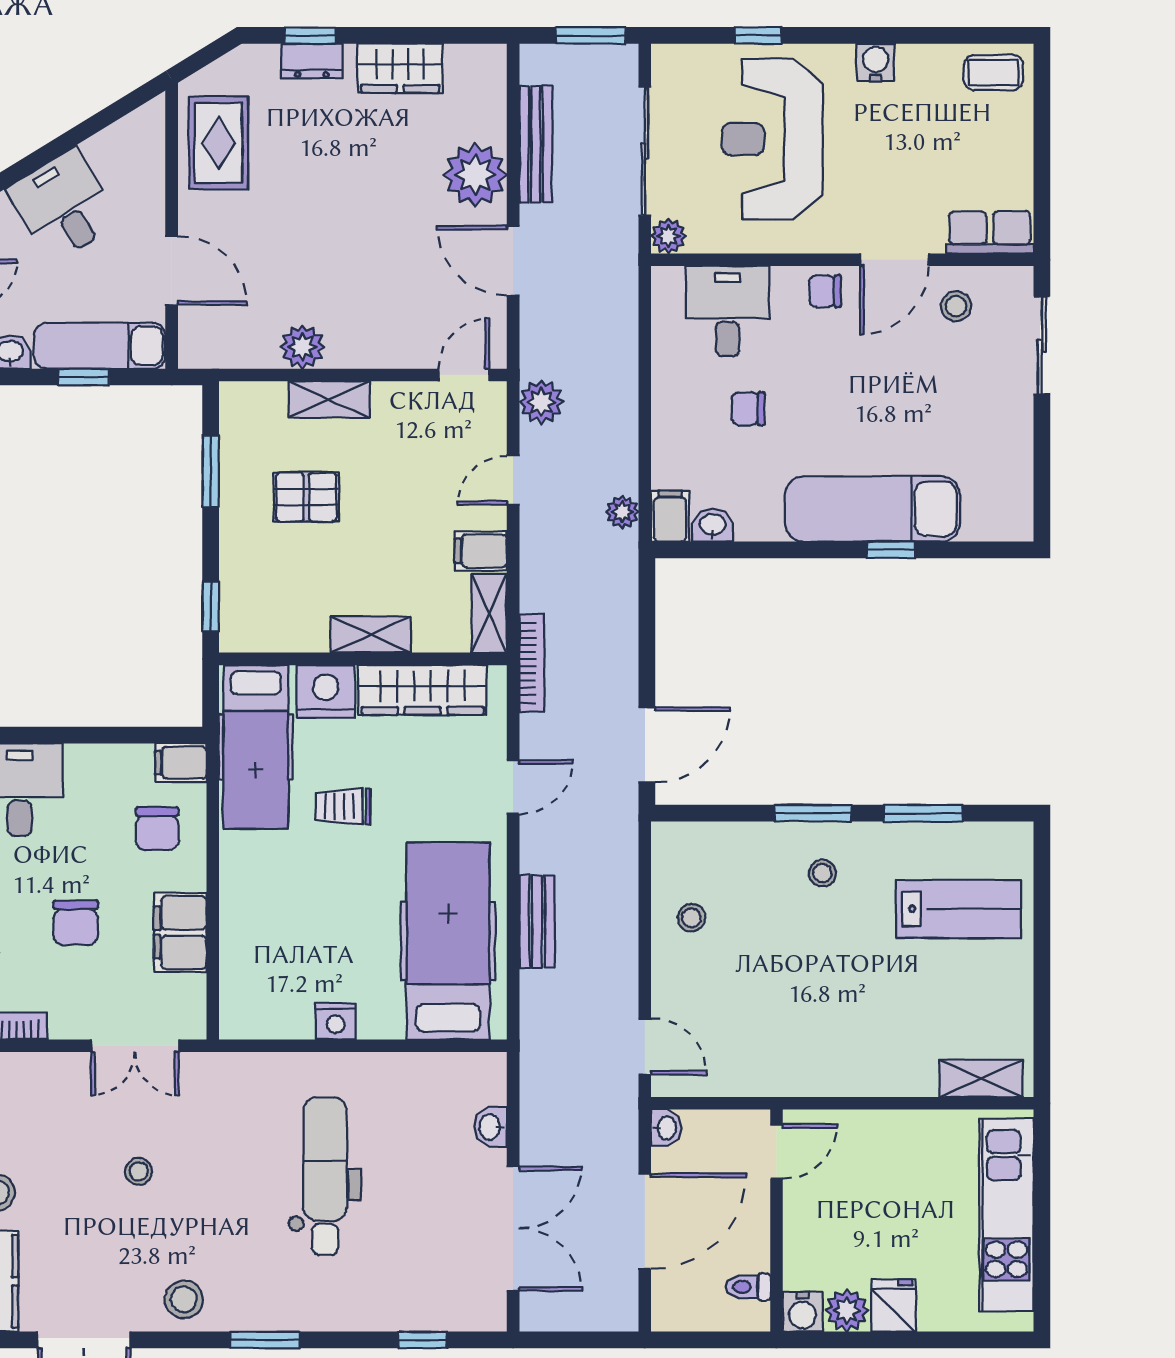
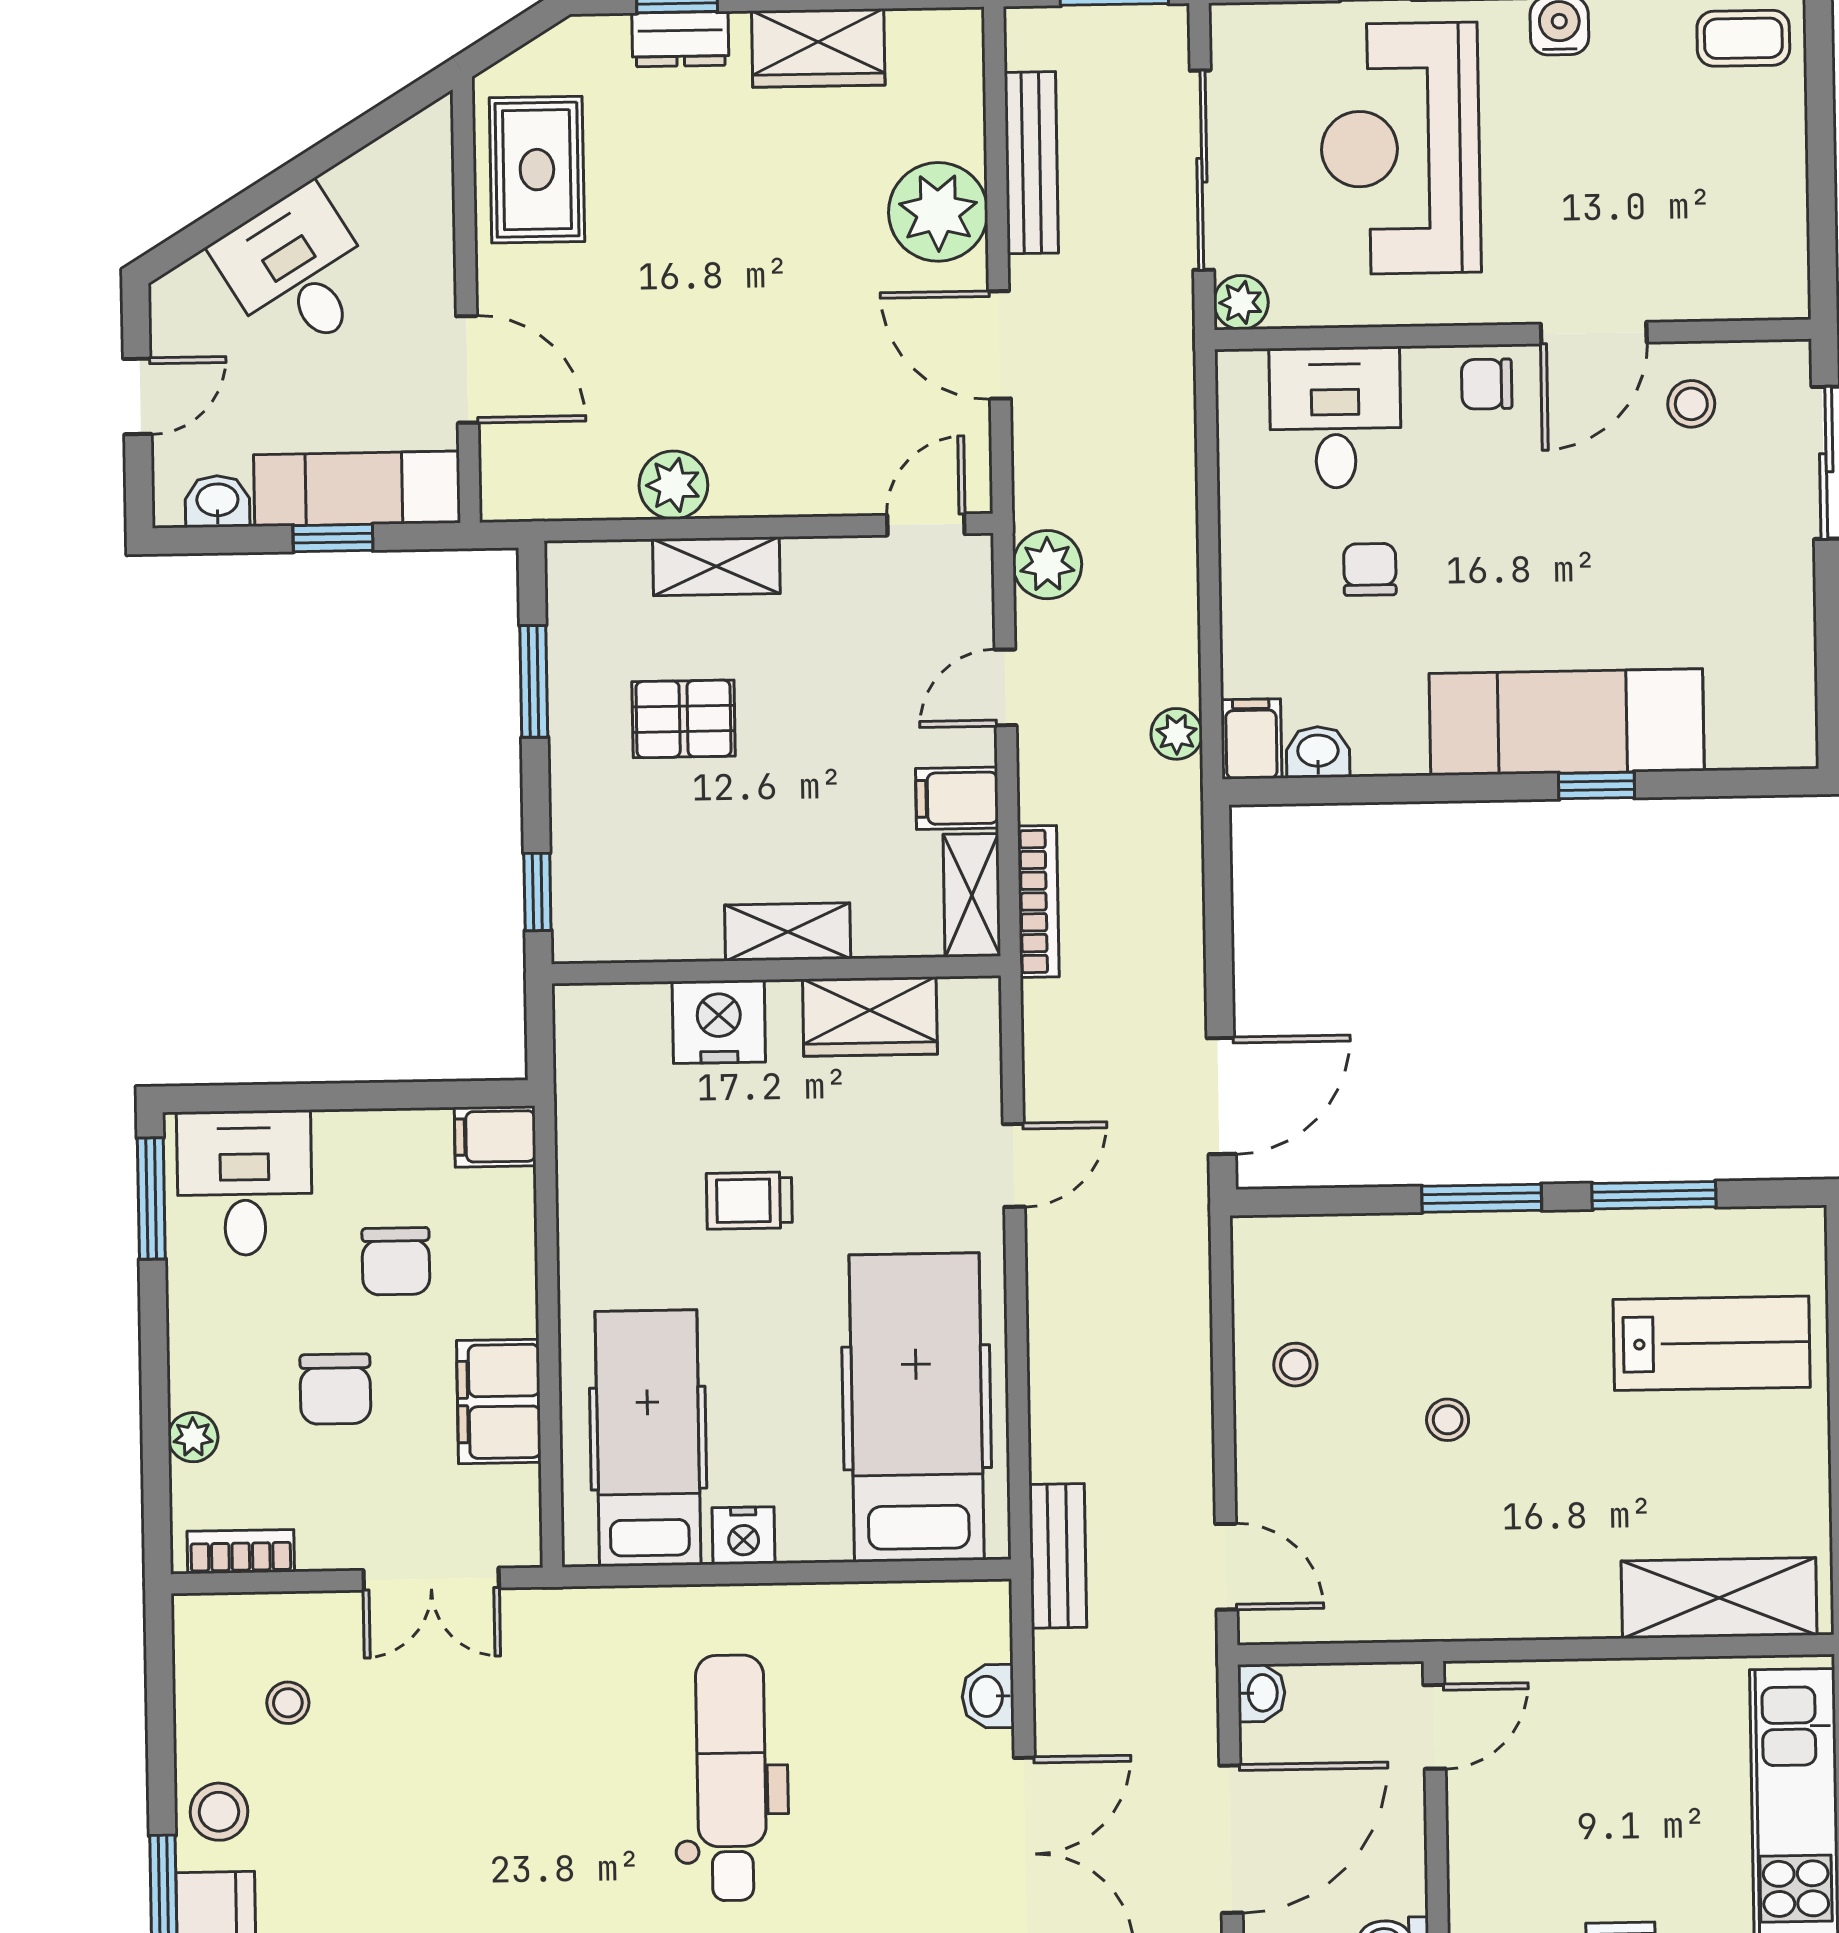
row of seats: (990, 233) -> (1742, 288), removed
chair: (748, 409) -> (1370, 569), turned 90
bookcase: (532, 663) -> (1038, 901), moved
wardrobe: (422, 690) -> (870, 1017), width x0.67
hospital bed: (256, 747) -> (648, 1438), moved, turned 180
chair: (157, 829) -> (396, 1261), moved
stool: (822, 873) -> (1448, 1420), moved
bench: (537, 922) -> (1058, 1556), moved
shelving: (981, 1078) -> (1719, 1598), width x1.50, depth x1.33
stool: (139, 1172) -> (288, 1703), moved

